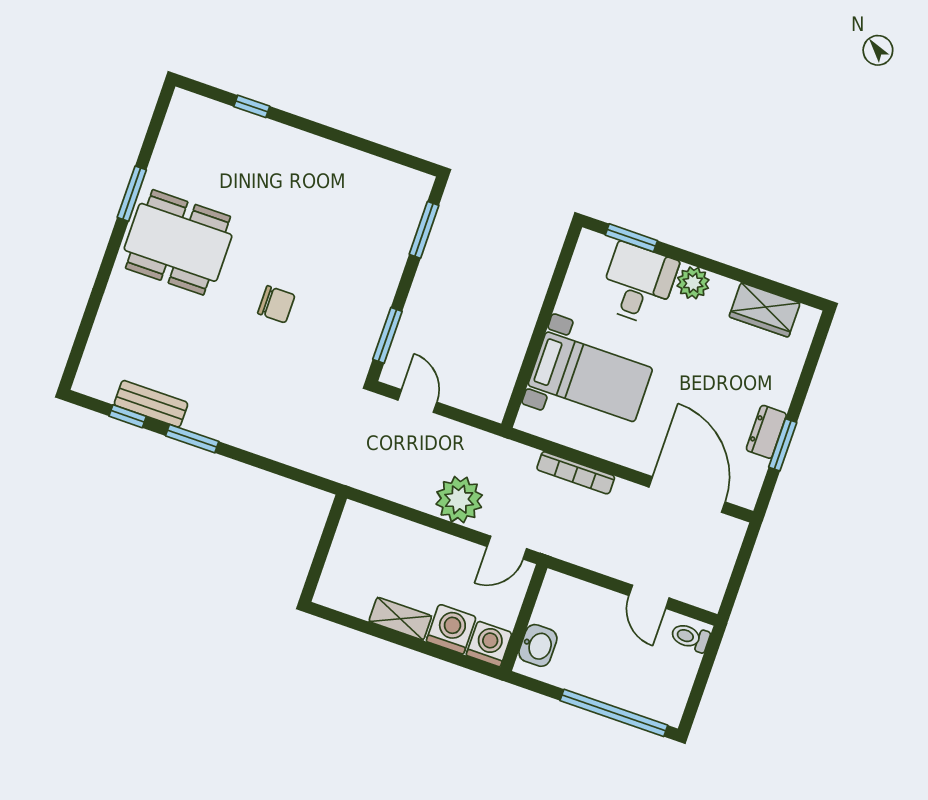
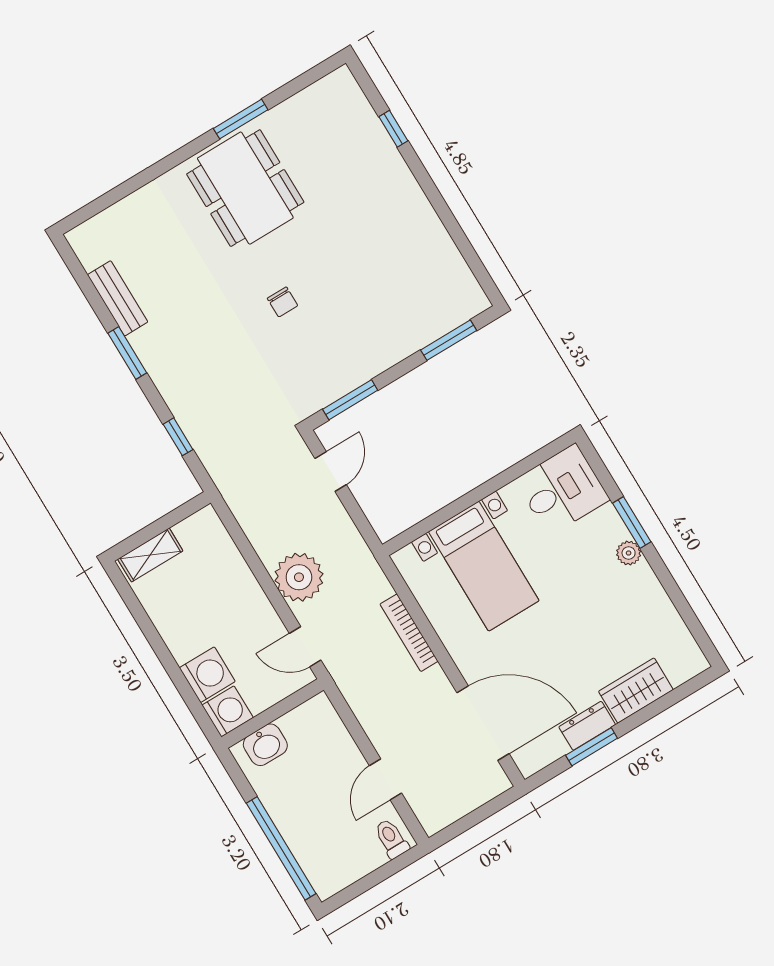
window: (631, 238) -> (632, 522), moved
plant: (693, 283) -> (629, 553), width x0.73, depth x0.73
desk: (638, 284) -> (562, 490), moved
chair: (276, 304) -> (282, 302), width x0.73, depth x0.73
wardrobe: (765, 310) -> (636, 691), moved, turned 90
window: (128, 416) -> (178, 437), moved
door: (687, 494) -> (483, 723), hinge flipped
shelving: (400, 619) -> (150, 555), moved, turned 90

